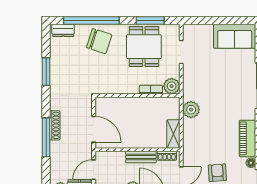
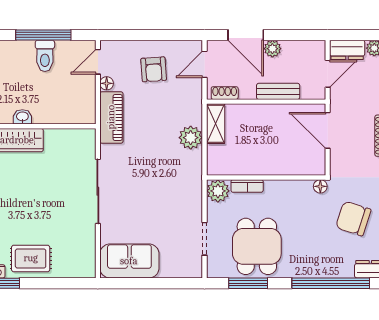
chair: (99, 41) -> (353, 218), moved
floor lamp: (99, 89) -> (320, 186), added
plant: (191, 110) -> (191, 138), moved
bench: (141, 157) -> (278, 91), moved

